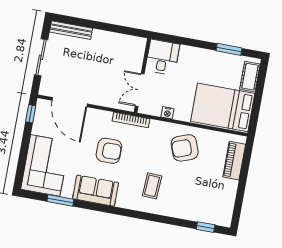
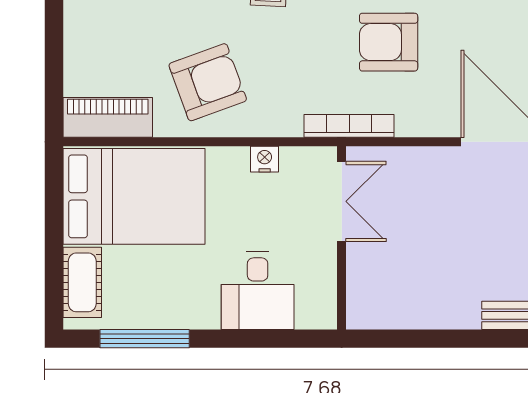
window: (229, 49) -> (145, 339), width x1.44
desk: (162, 57) -> (258, 291), moved
piano: (234, 161) -> (108, 117), moved, turned -90

